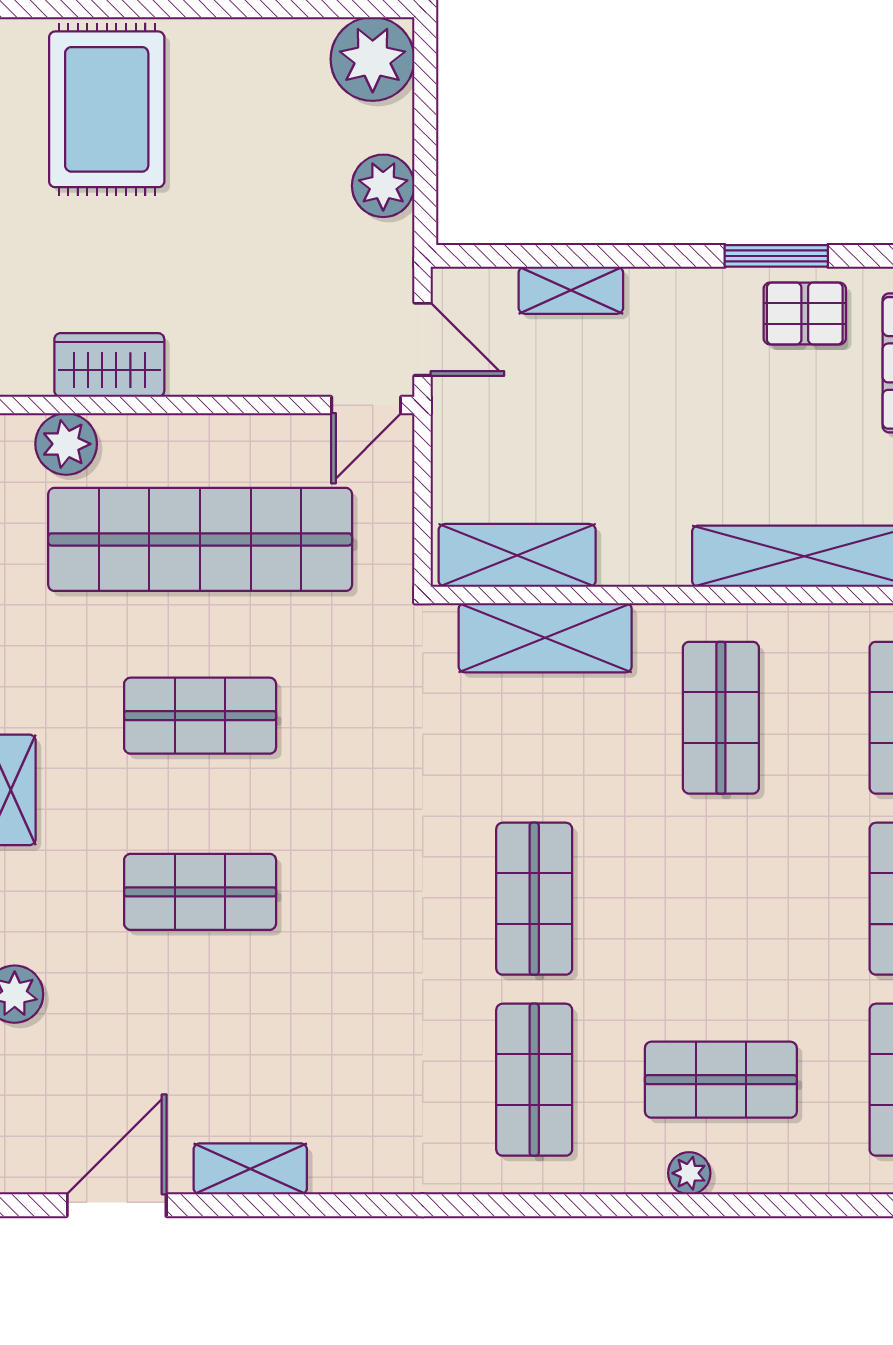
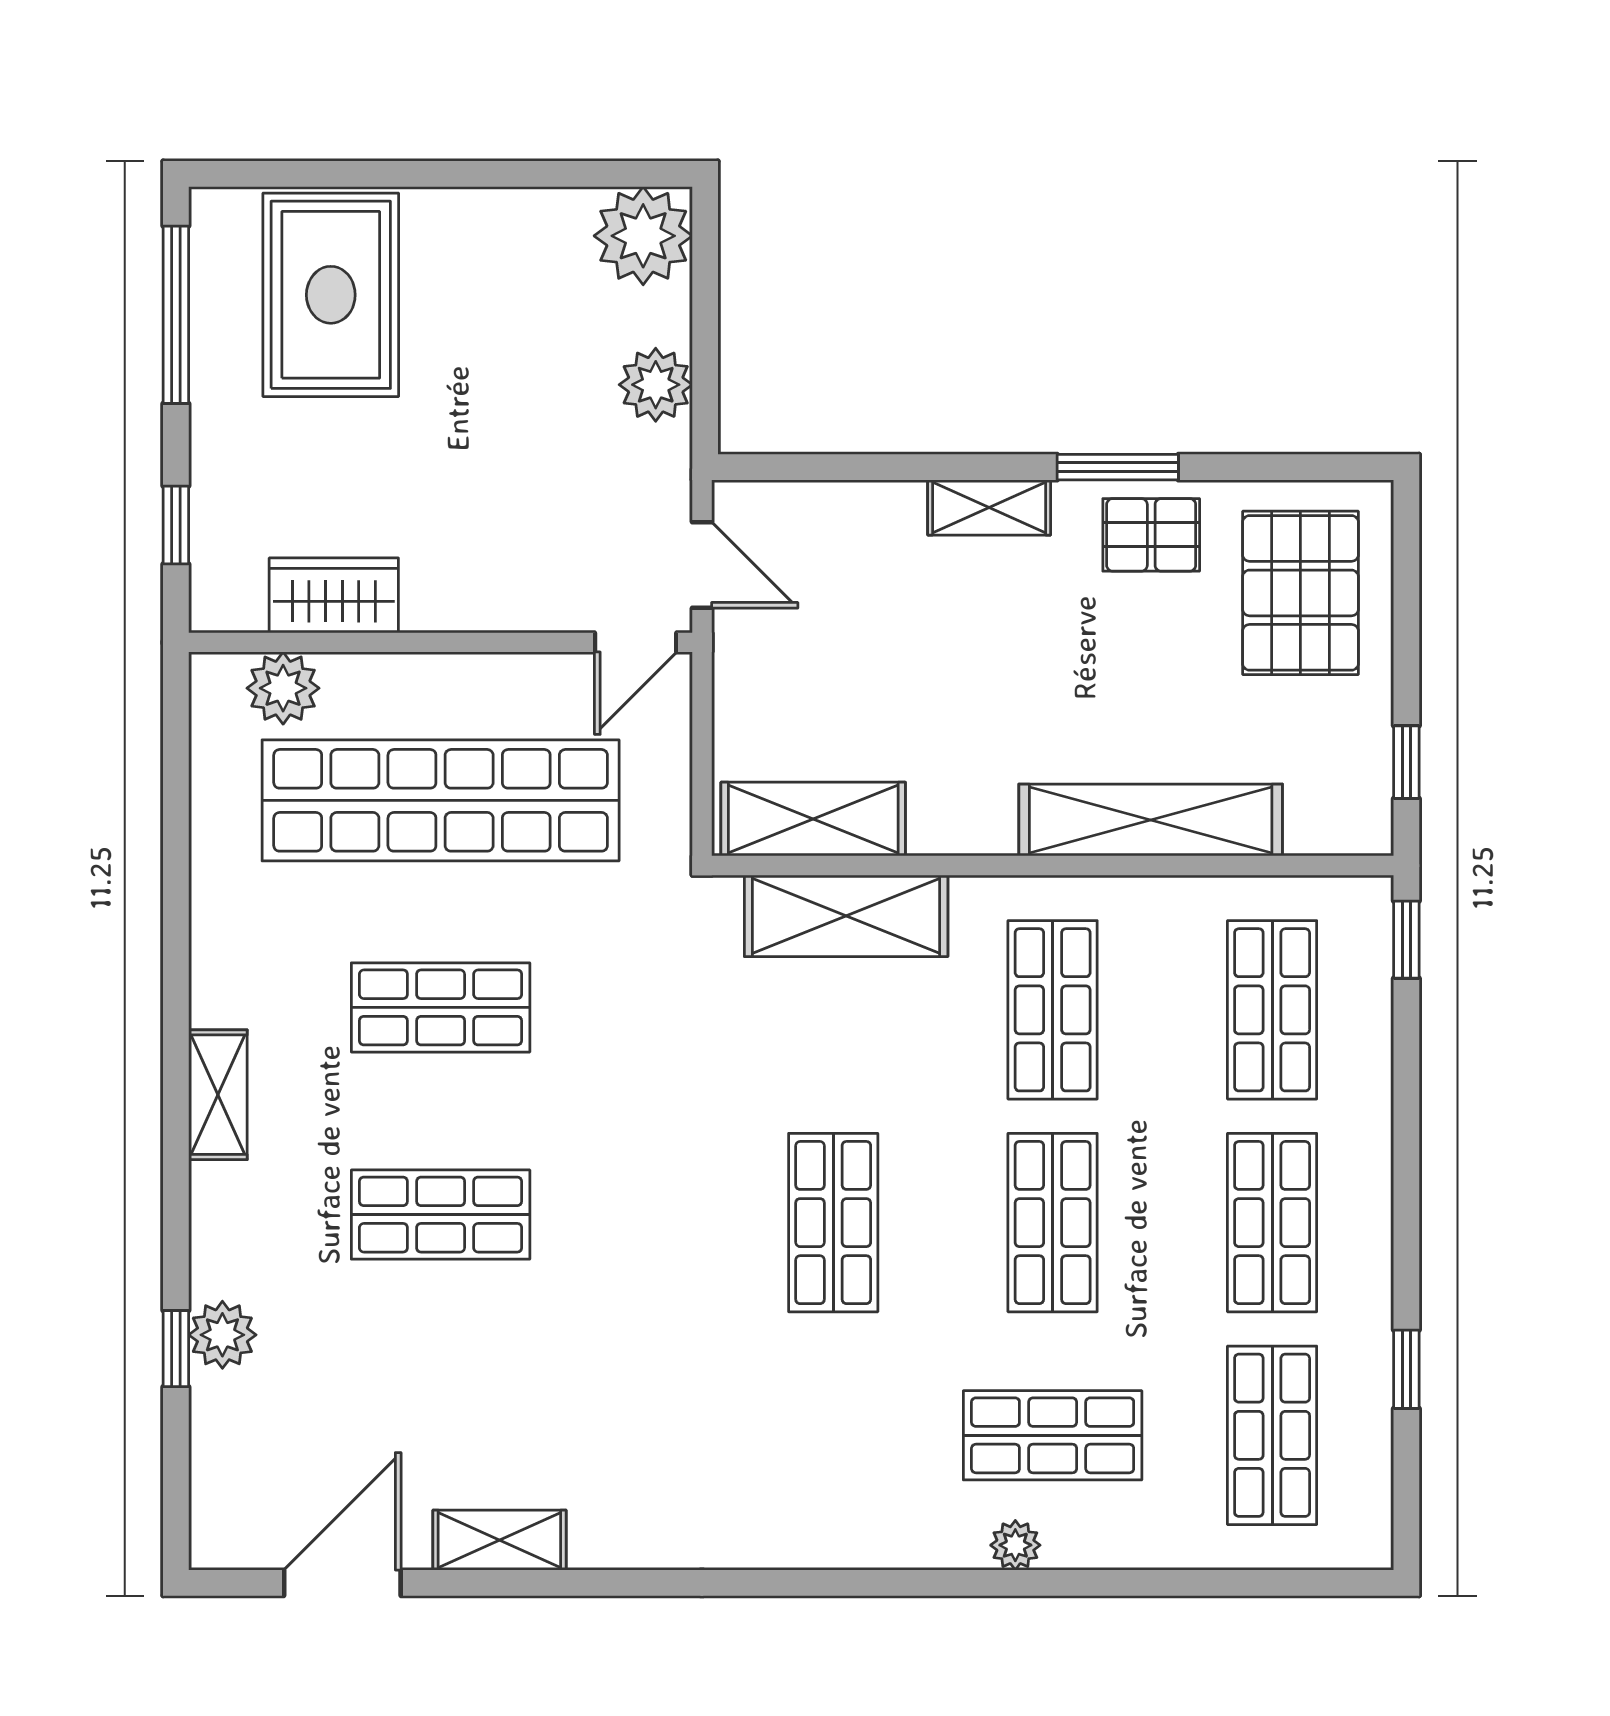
shelving: (571, 290) -> (989, 507), moved
shop shelf: (534, 1080) -> (1053, 1223), moved

